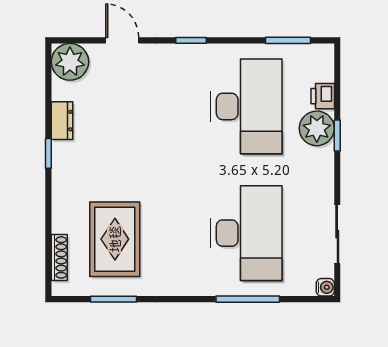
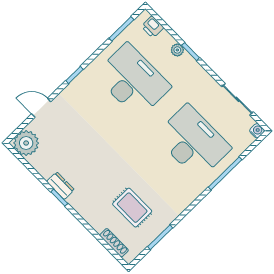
printer: (323, 96) -> (152, 27), moved
dresser: (62, 121) -> (60, 186), moved
plant: (317, 128) -> (177, 50), width x0.53, depth x0.53
rug: (115, 239) -> (132, 208), width x0.73, depth x0.70

